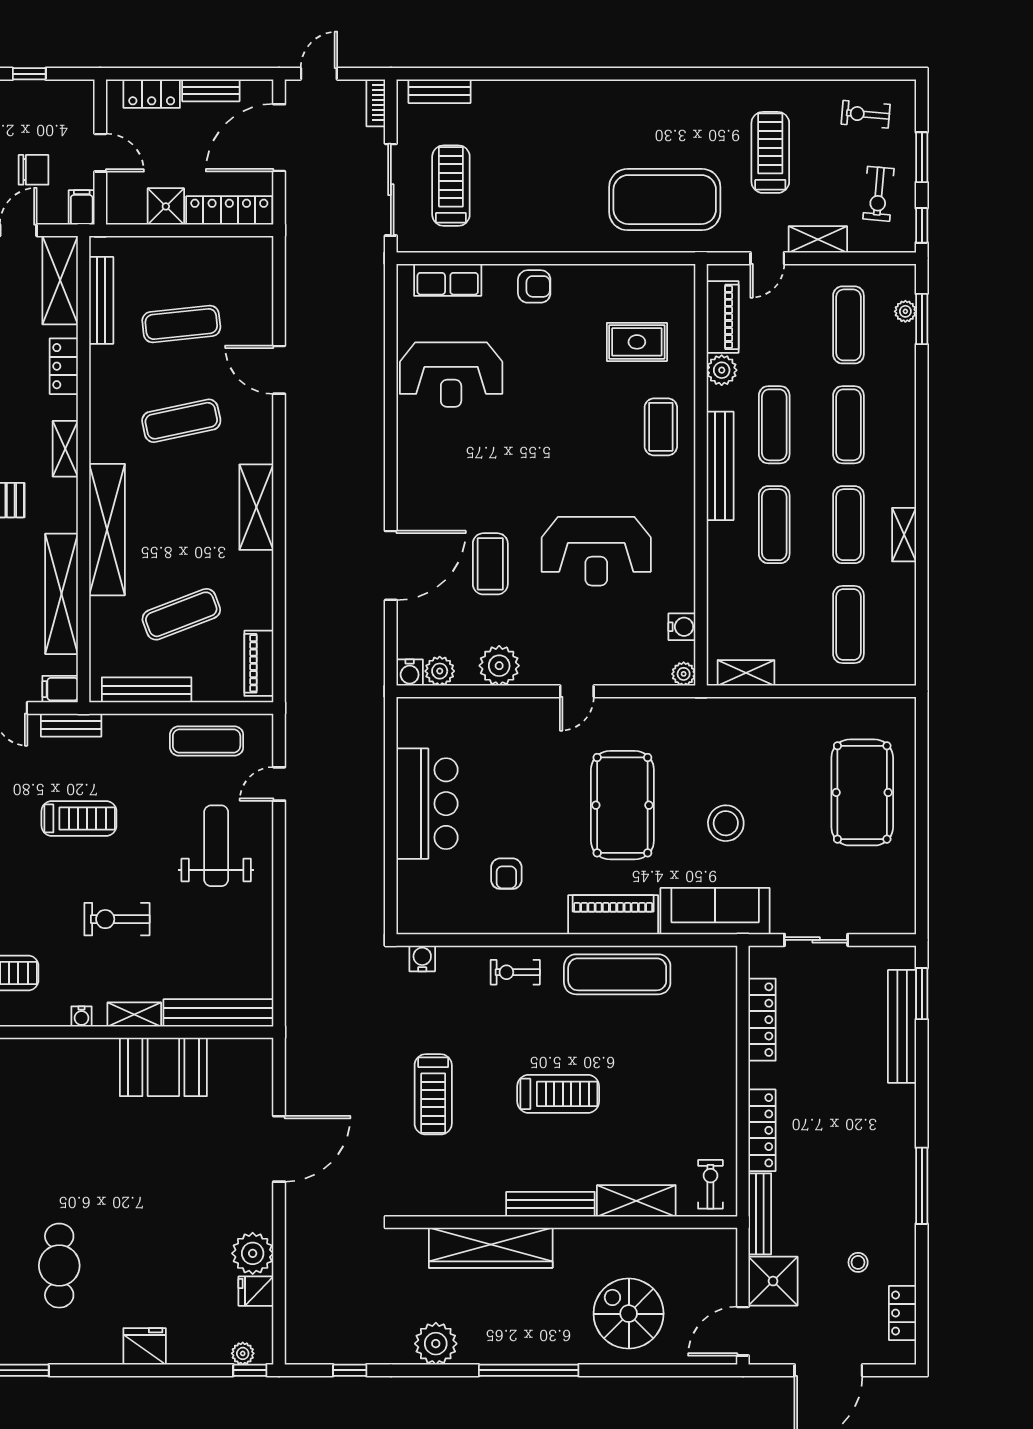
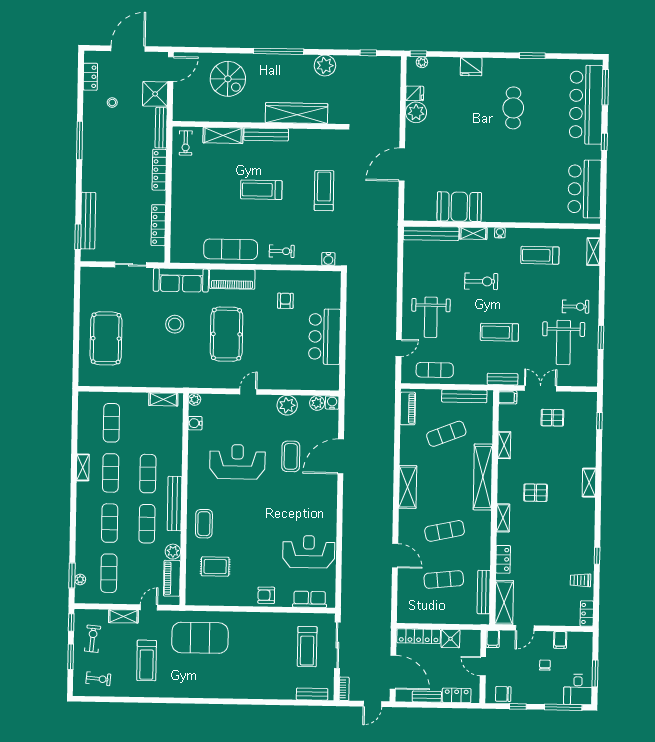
door: (279, 138) -> (393, 672), hinge flipped
chair: (34, 170) -> (503, 694), moved
shelving: (61, 594) -> (504, 445), width x0.45, depth x0.75

